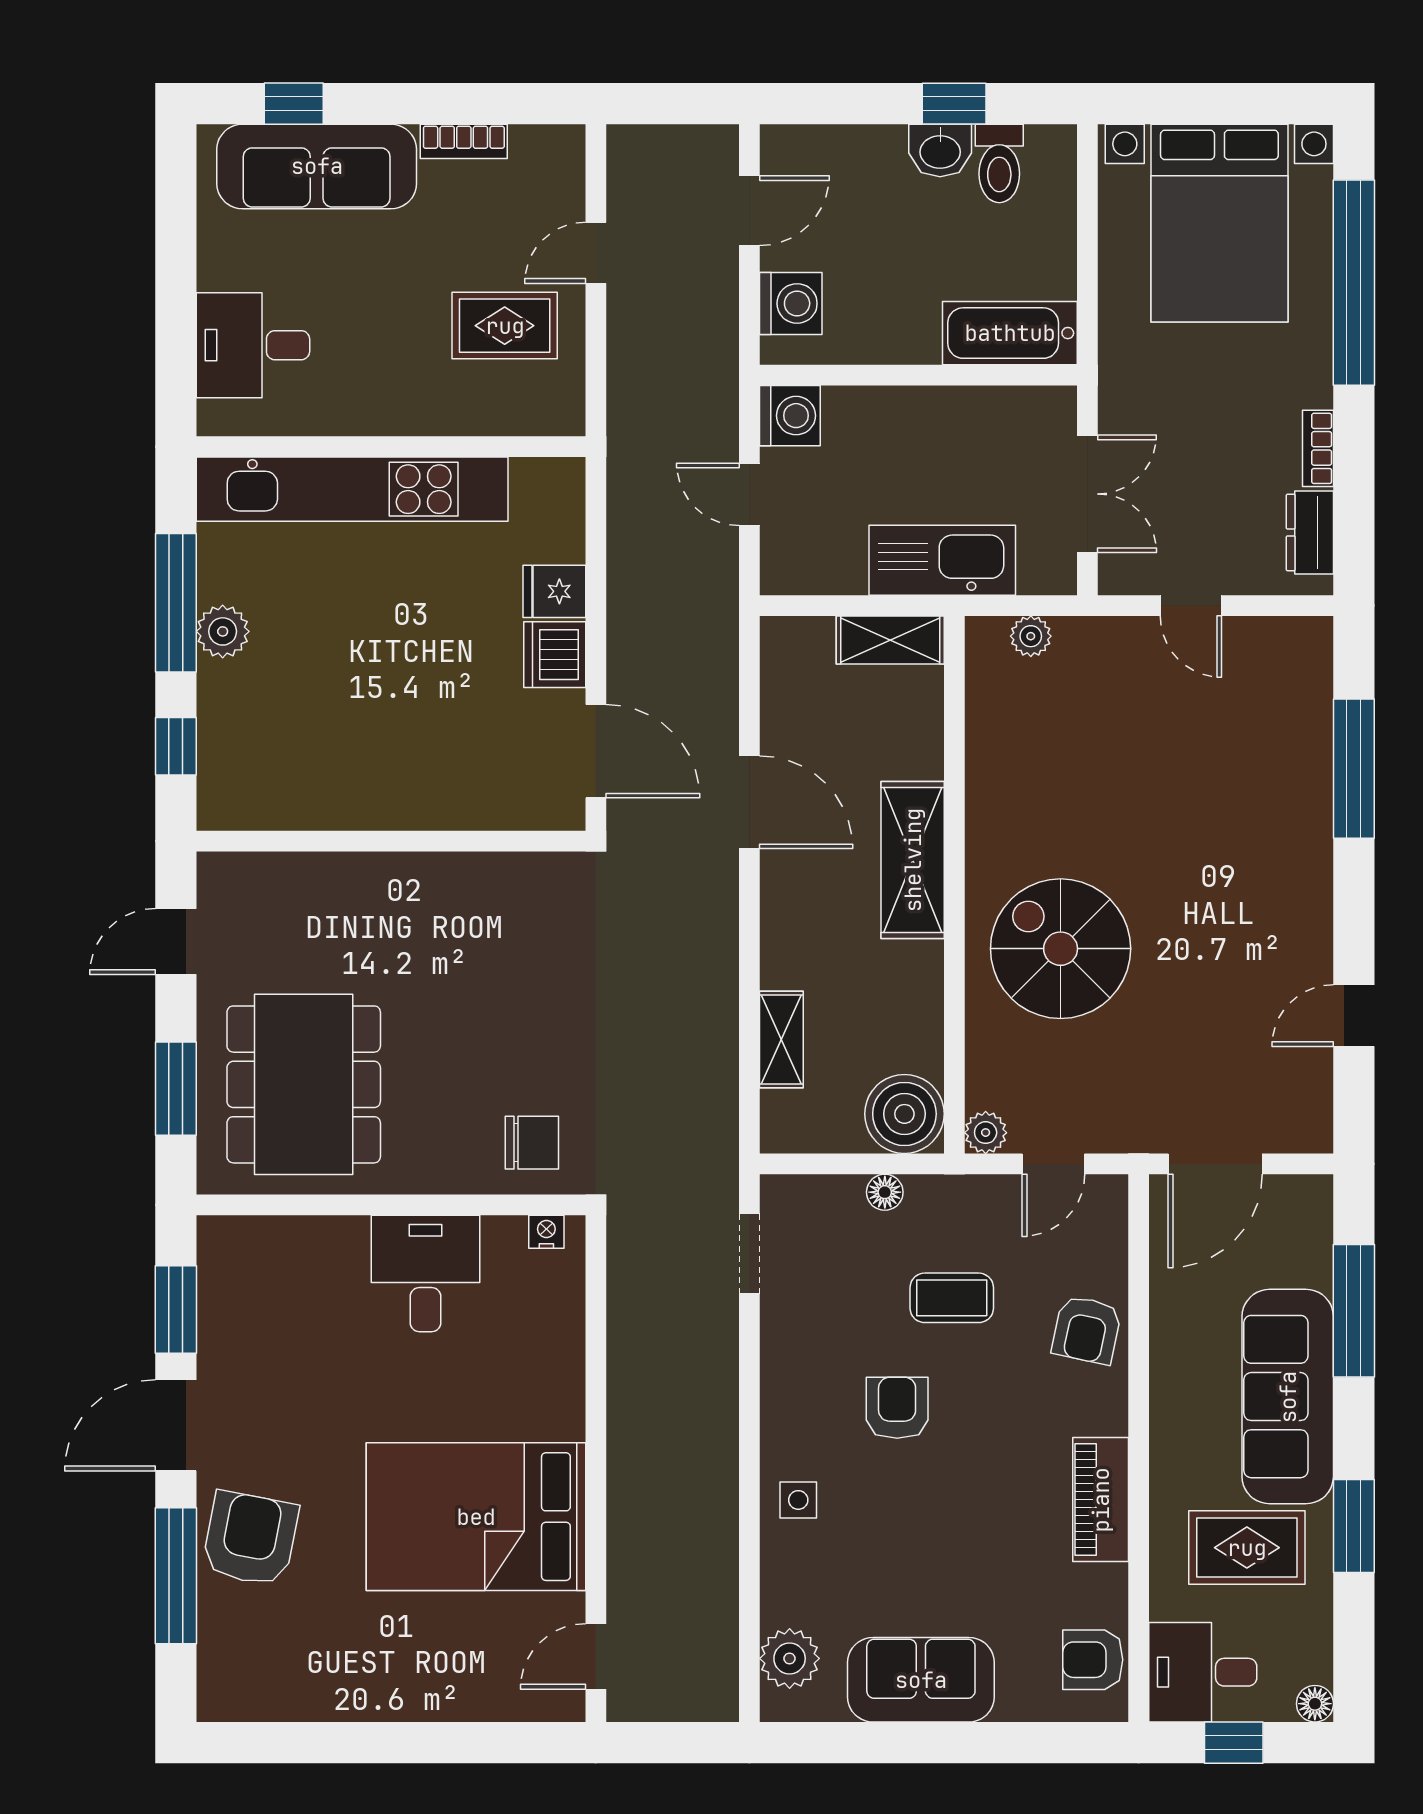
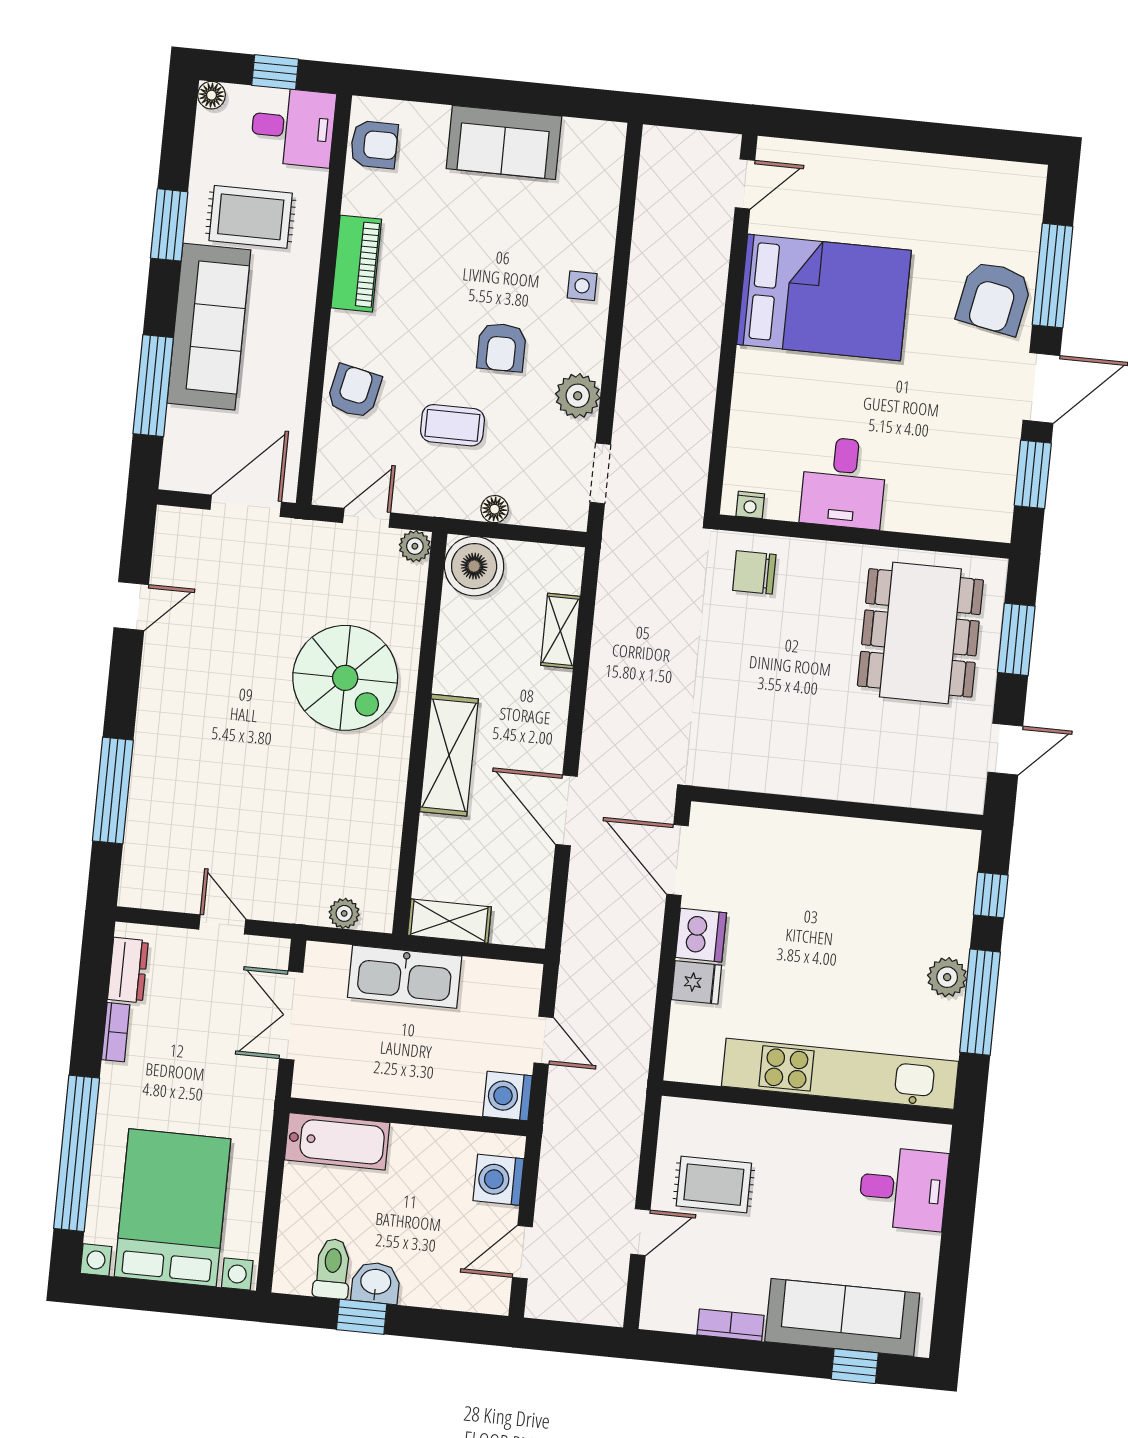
plant: (790, 1658) -> (578, 396), moved

